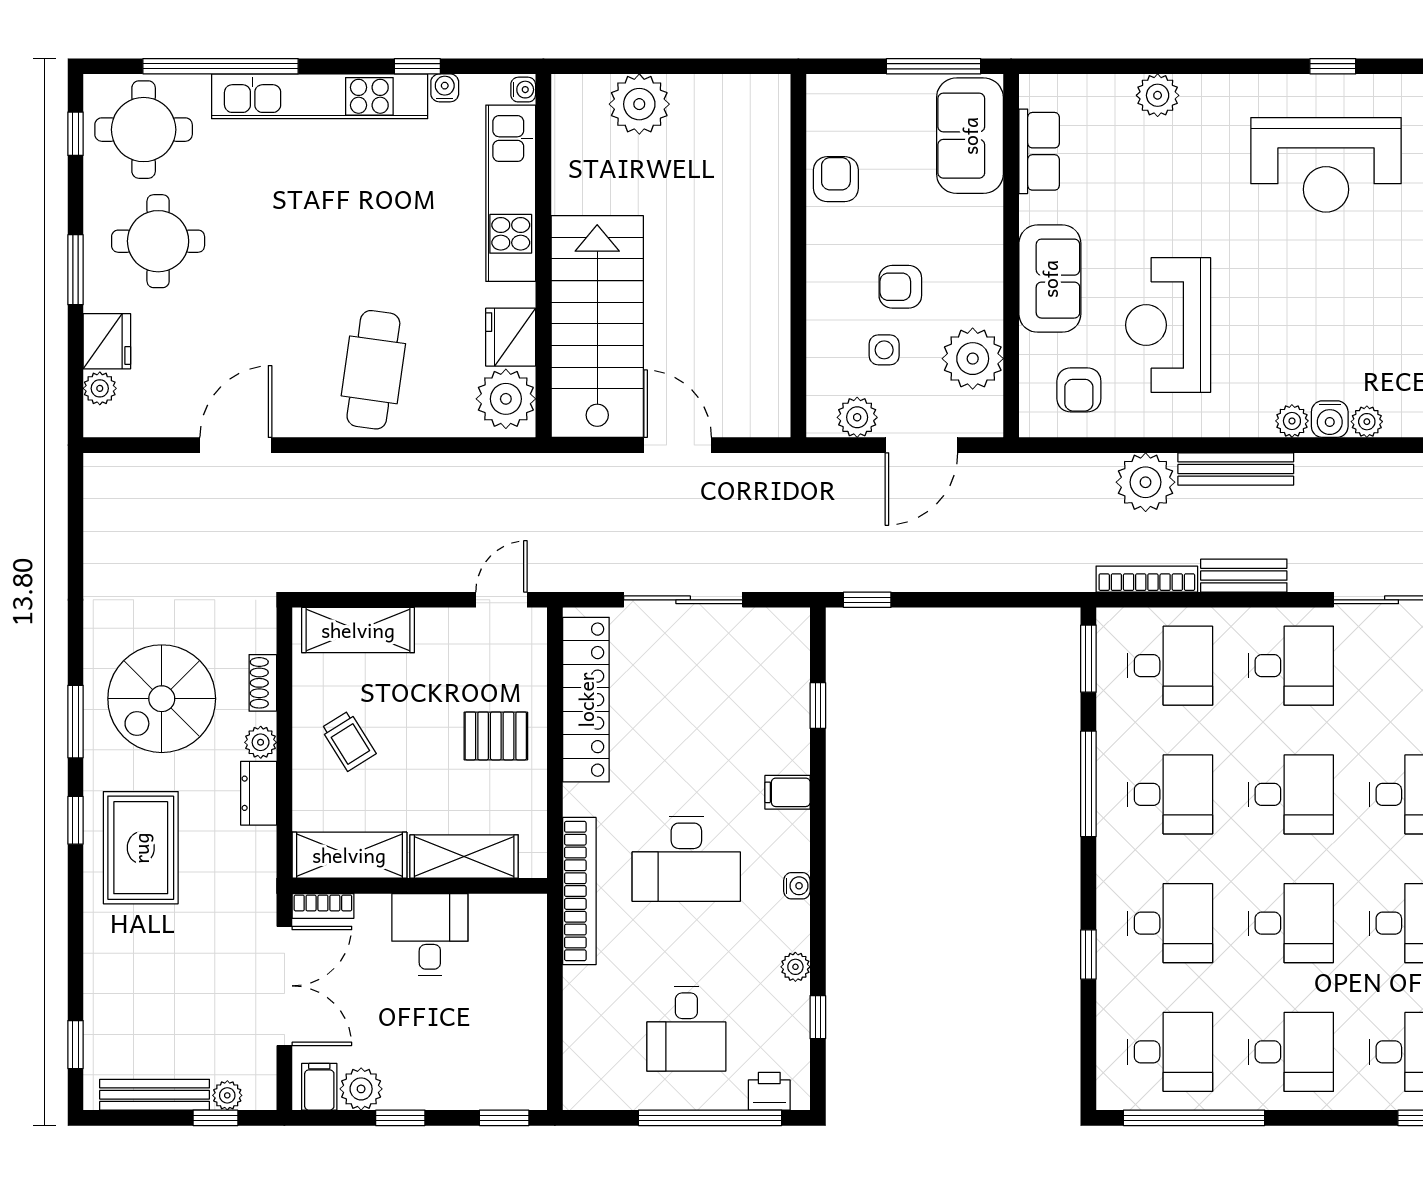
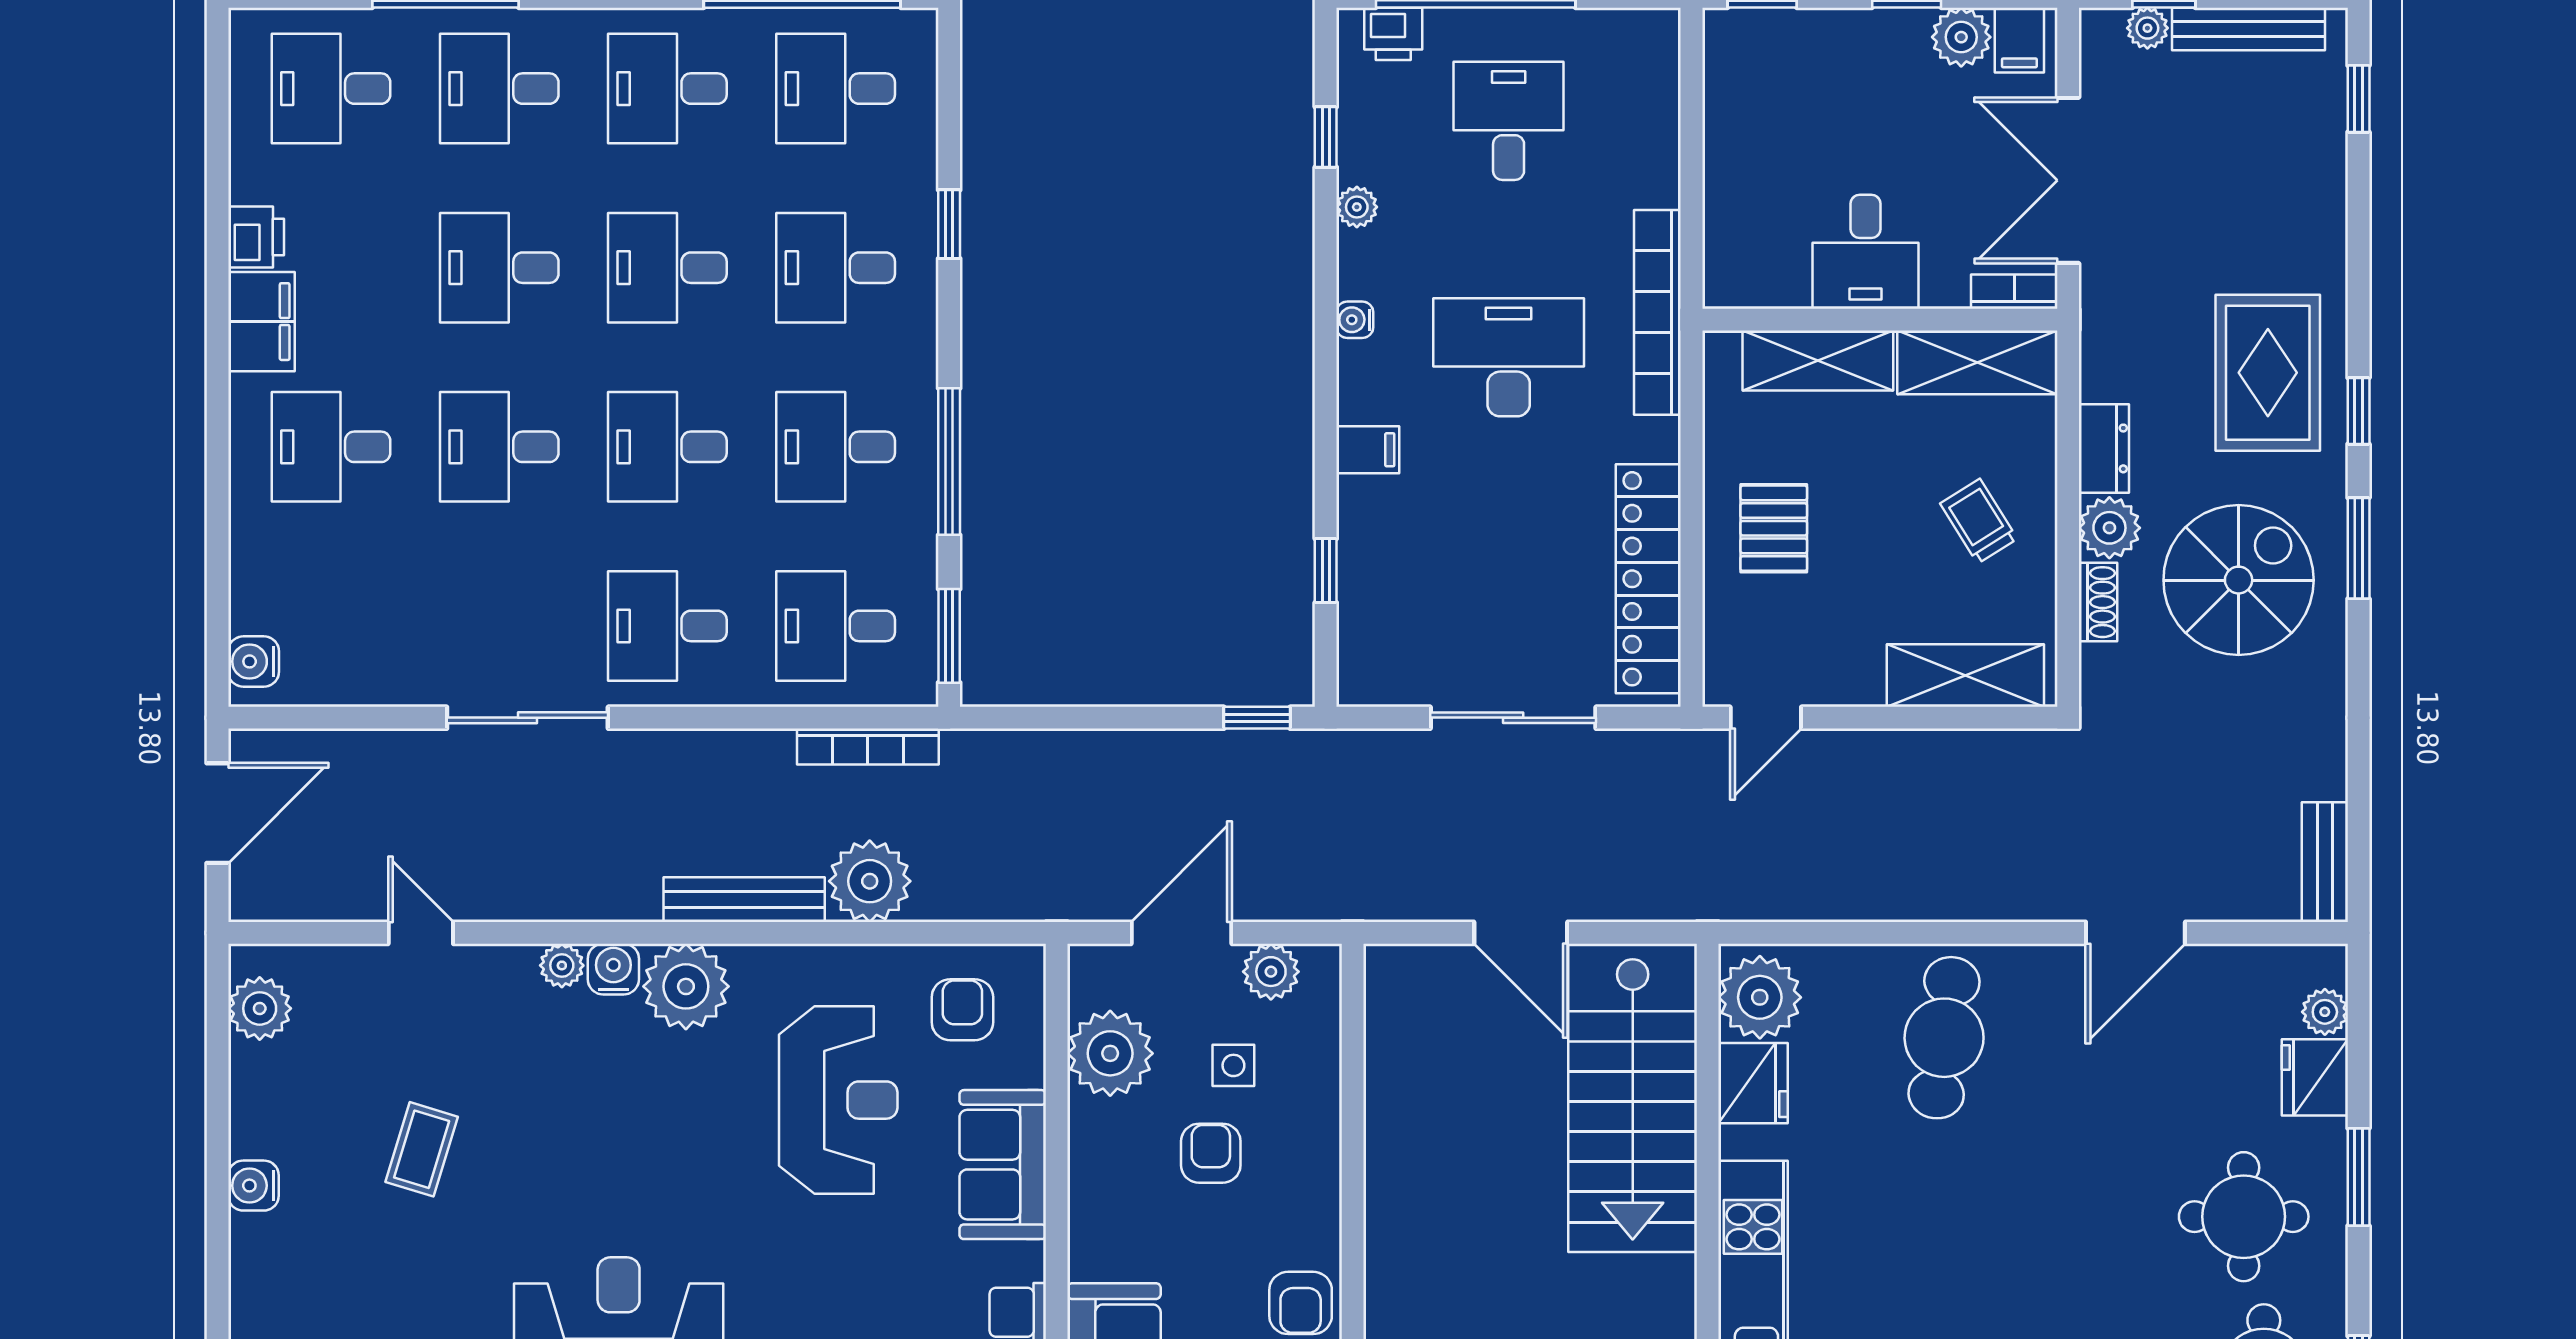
armchair: (900, 287) -> (1211, 1153), turned -90
plant: (1292, 421) -> (686, 986), width x1.88, depth x1.88
bench: (1244, 576) -> (2325, 862), moved, turned 90
pallet: (496, 736) -> (1774, 528), turned 90
plant: (261, 742) -> (2109, 528), width x1.38, depth x1.38

